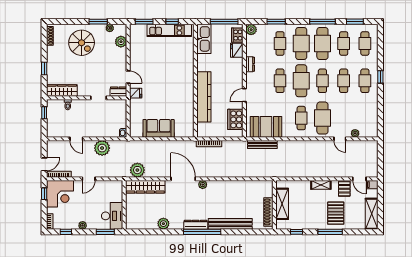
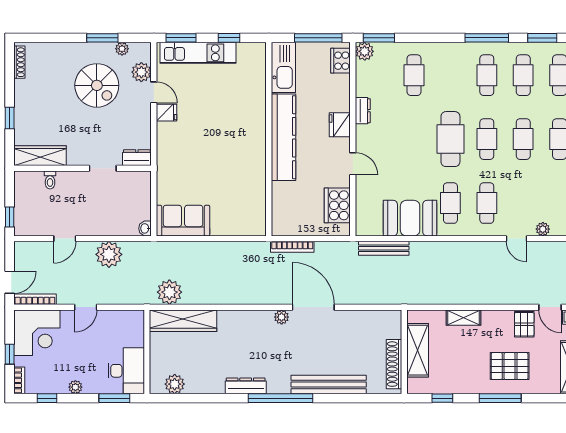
window: (276, 22) -> (379, 38), moved
kitchen unit: (169, 30) -> (198, 53), moved
spiral stairs: (82, 43) -> (97, 85), moved
cafe table: (301, 43) -> (450, 75), removed
cafe table: (322, 43) -> (487, 75), width x0.73, depth x0.74
fridge: (237, 50) -> (340, 125), moved
door: (128, 77) -> (154, 92), moved
cafe table: (280, 81) -> (414, 139), removed
fridge: (136, 93) -> (167, 113), moved
door: (244, 95) -> (353, 164), swing flipped
kitchen counter: (204, 97) -> (283, 137), moved
window: (44, 113) -> (10, 217), moved
cafe table: (322, 118) -> (487, 203), width x0.73, depth x0.74
booth: (266, 127) -> (410, 218), moved
sofa: (159, 128) -> (183, 221), moved
door: (76, 139) -> (65, 239), hinge flipped
door: (183, 179) -> (313, 307), moved
shelving: (321, 185) -> (463, 318), moved
window: (44, 194) -> (10, 354), moved
pallet: (336, 213) -> (510, 366), turned 90
plant: (163, 224) -> (175, 384), moved
dresser: (196, 225) -> (246, 386), moved

